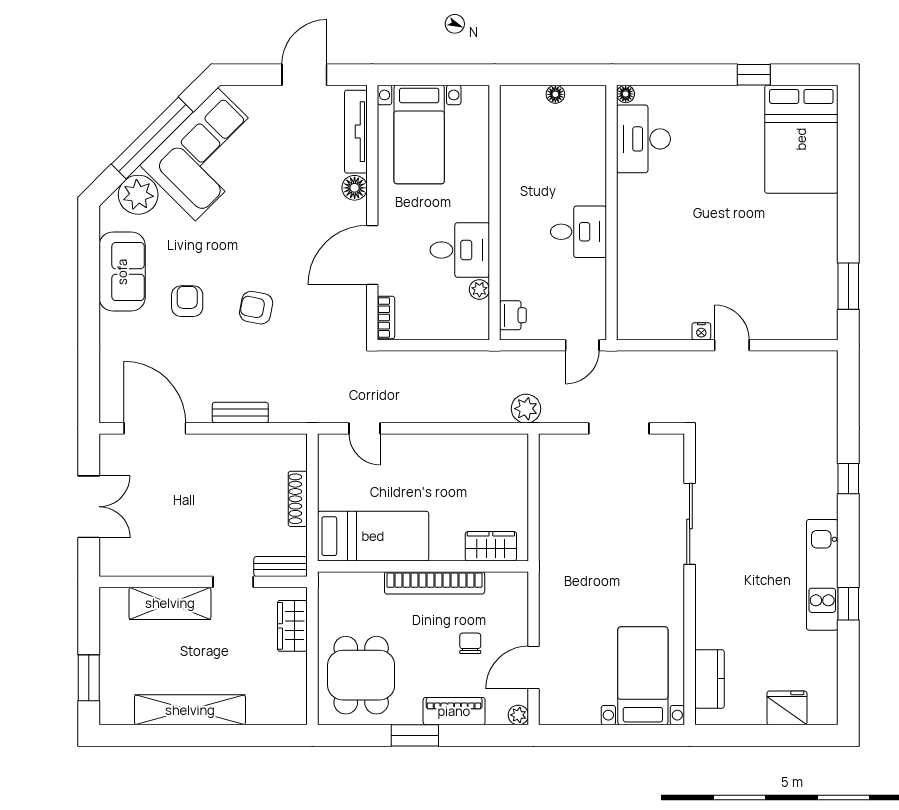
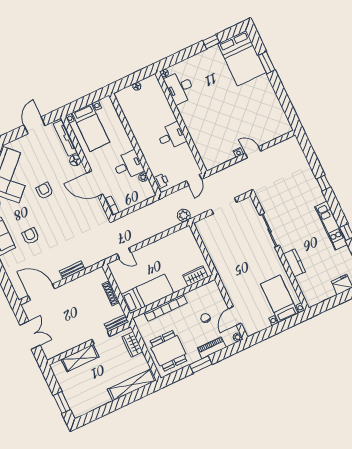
door: (372, 255) -> (95, 184), hinge flipped
window: (848, 286) -> (267, 63), moved
armchair: (256, 308) -> (45, 191), moved, turned 77
bookcase: (435, 583) -> (166, 308), moved
kitchen counter: (709, 679) -> (294, 263), moved
shelving: (190, 710) -> (132, 385), moved

